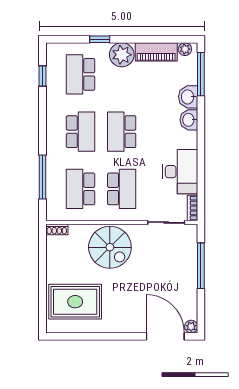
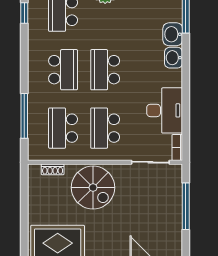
school desk: (122, 189) -> (105, 128), turned 180
shoe rack: (57, 229) -> (53, 169), moved

